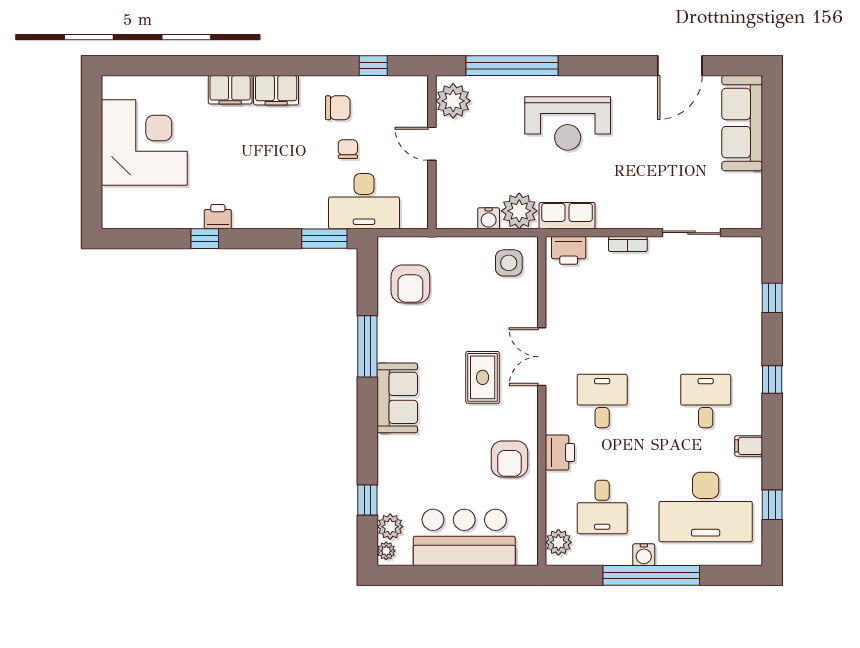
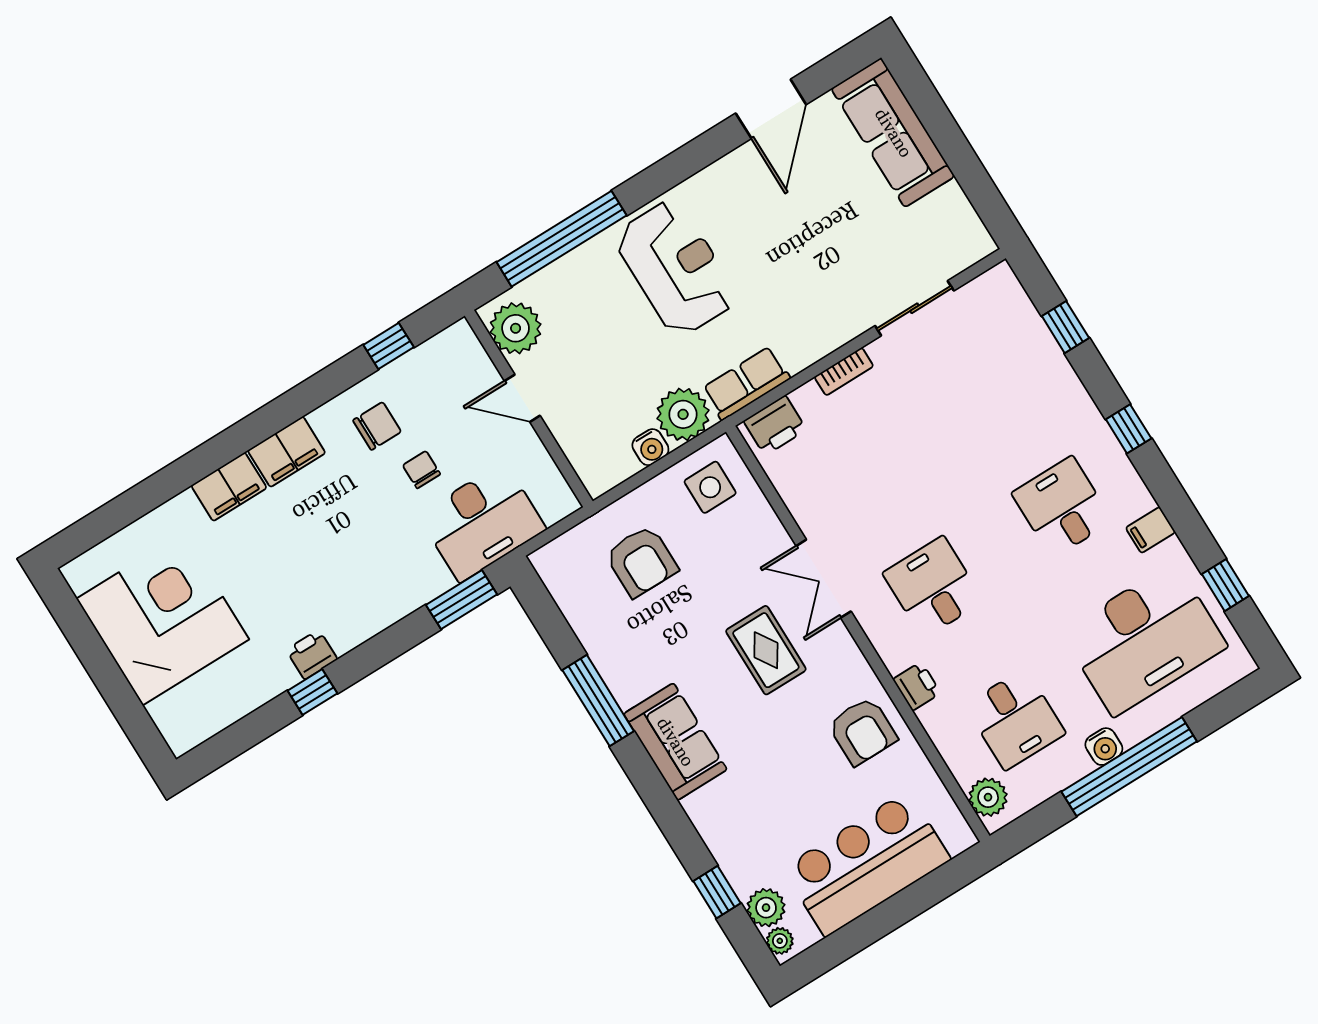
reception desk: (568, 123) -> (676, 268), turned -90
armchair: (410, 284) -> (641, 561), moved
printer: (560, 452) -> (917, 686), width x0.73, depth x0.81

